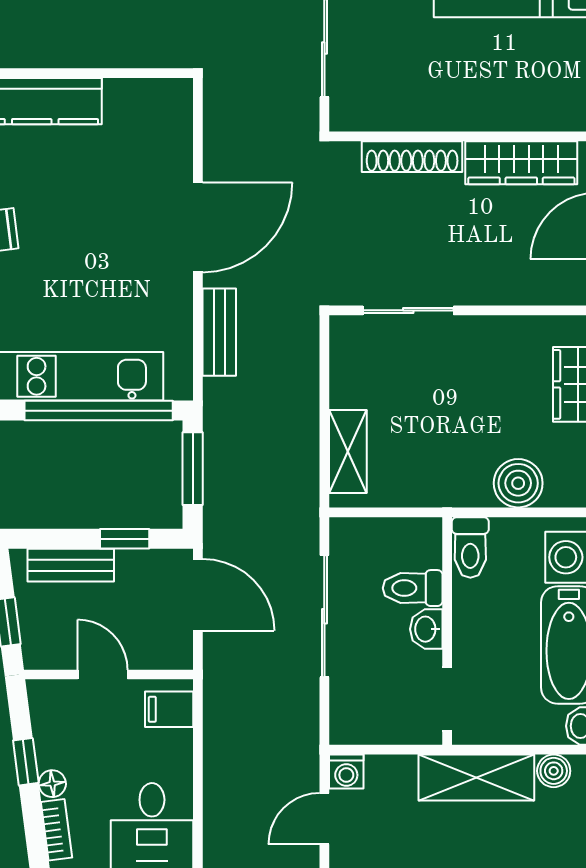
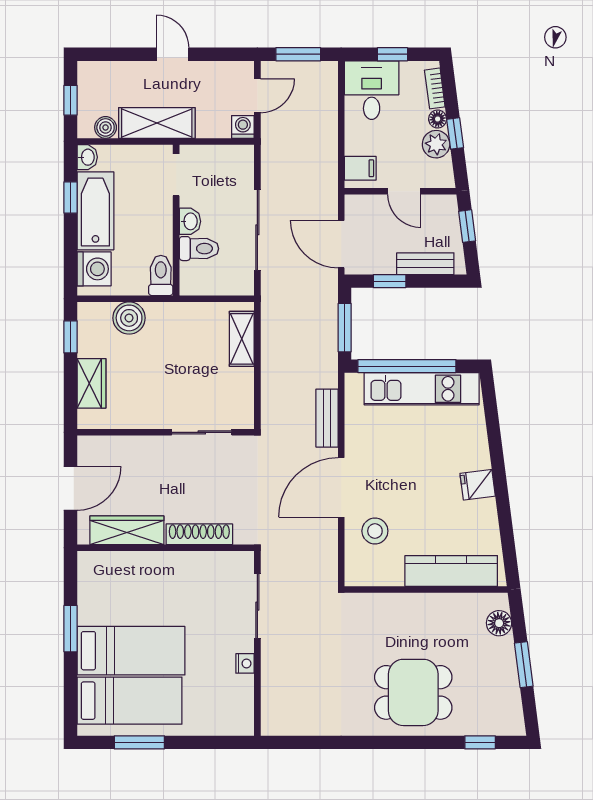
stool: (147, 162) -> (375, 531), added
plant: (55, 746) -> (436, 144), added

